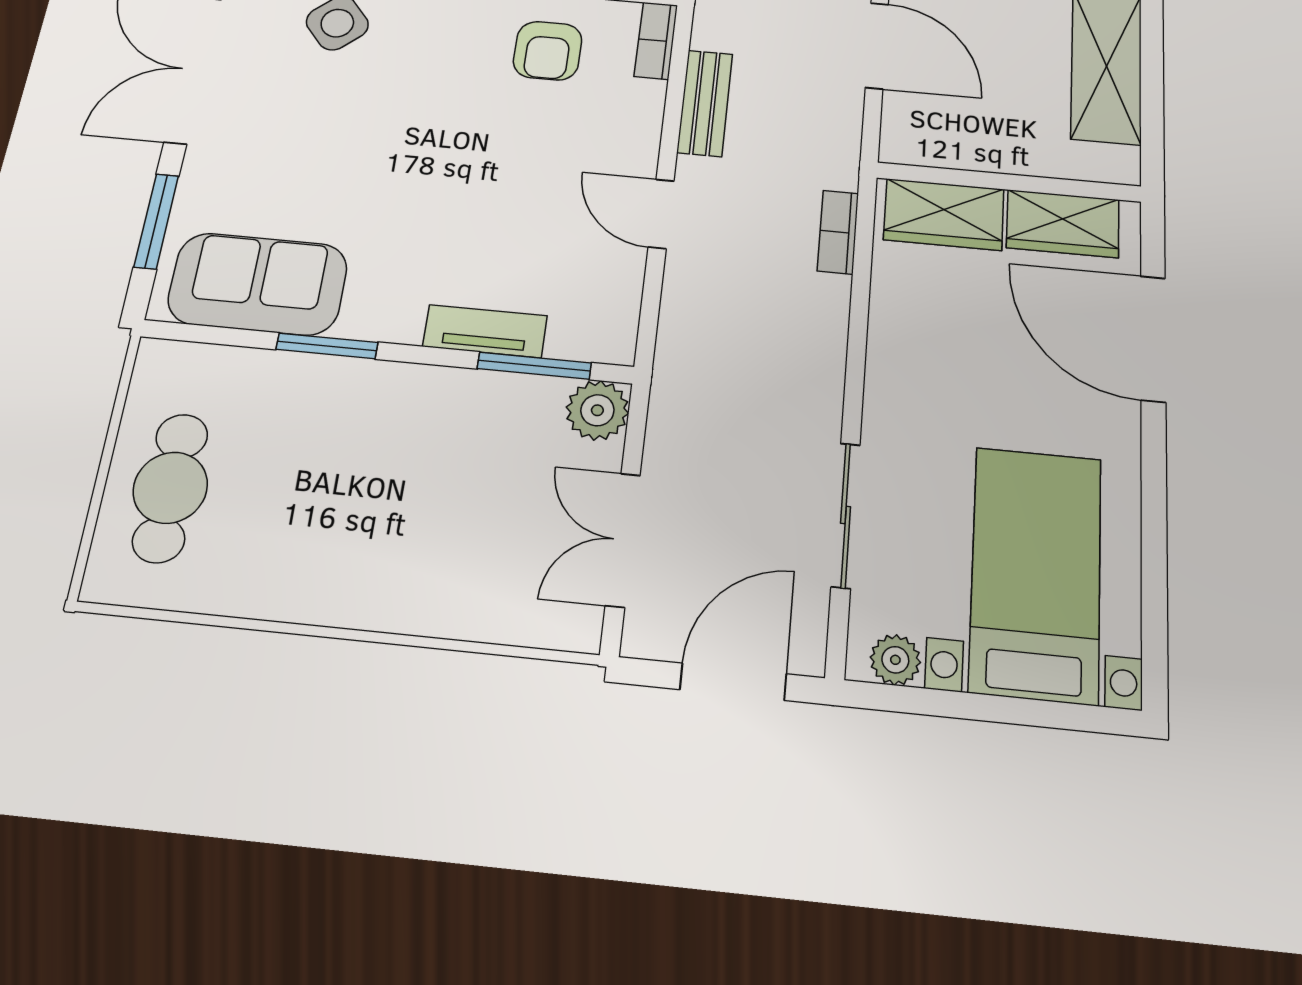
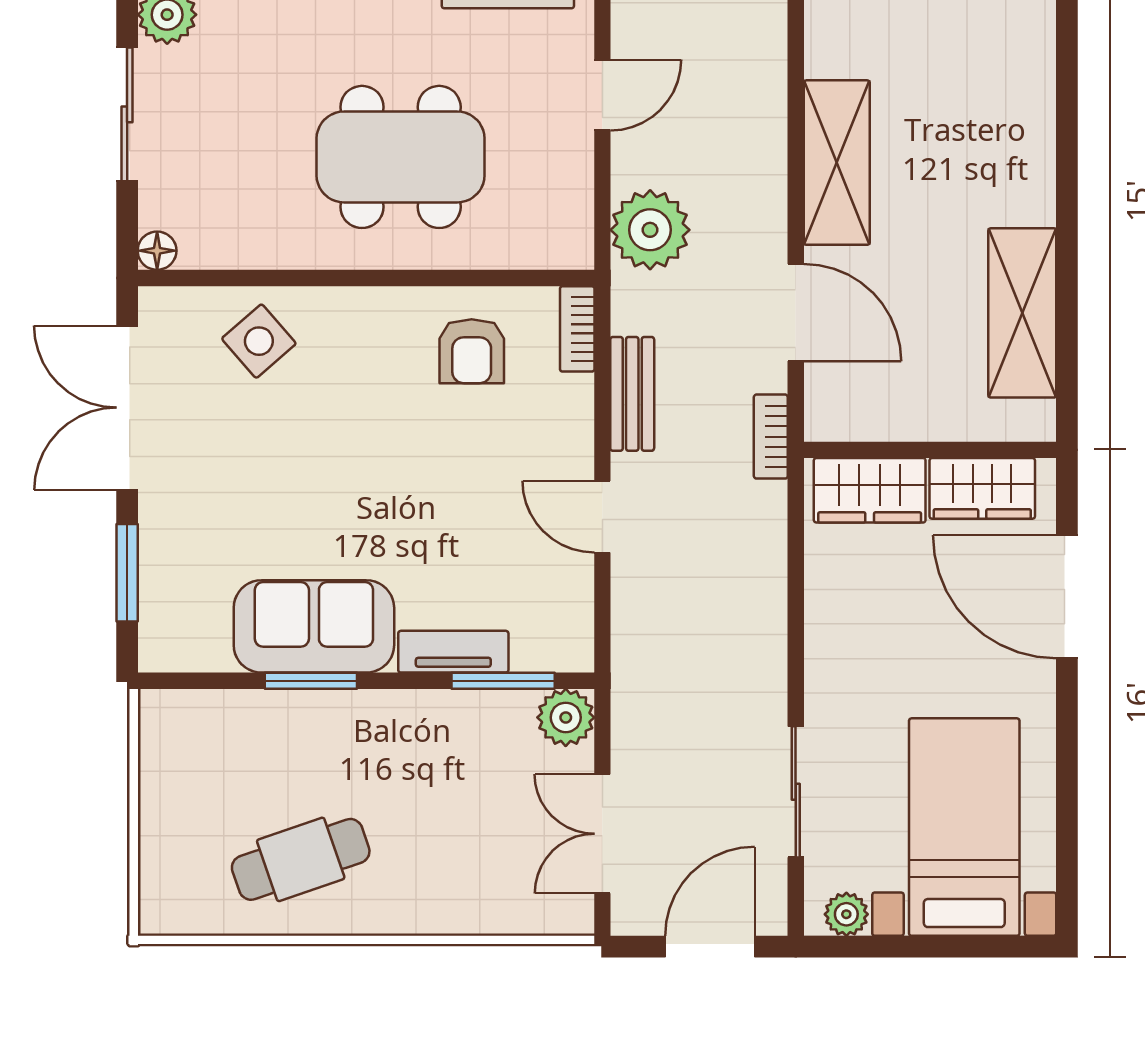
bookcase: (838, 232) -> (771, 437), moved
sofa: (258, 284) -> (314, 626), moved
cafe table: (170, 488) -> (301, 859), moved, turned 71

